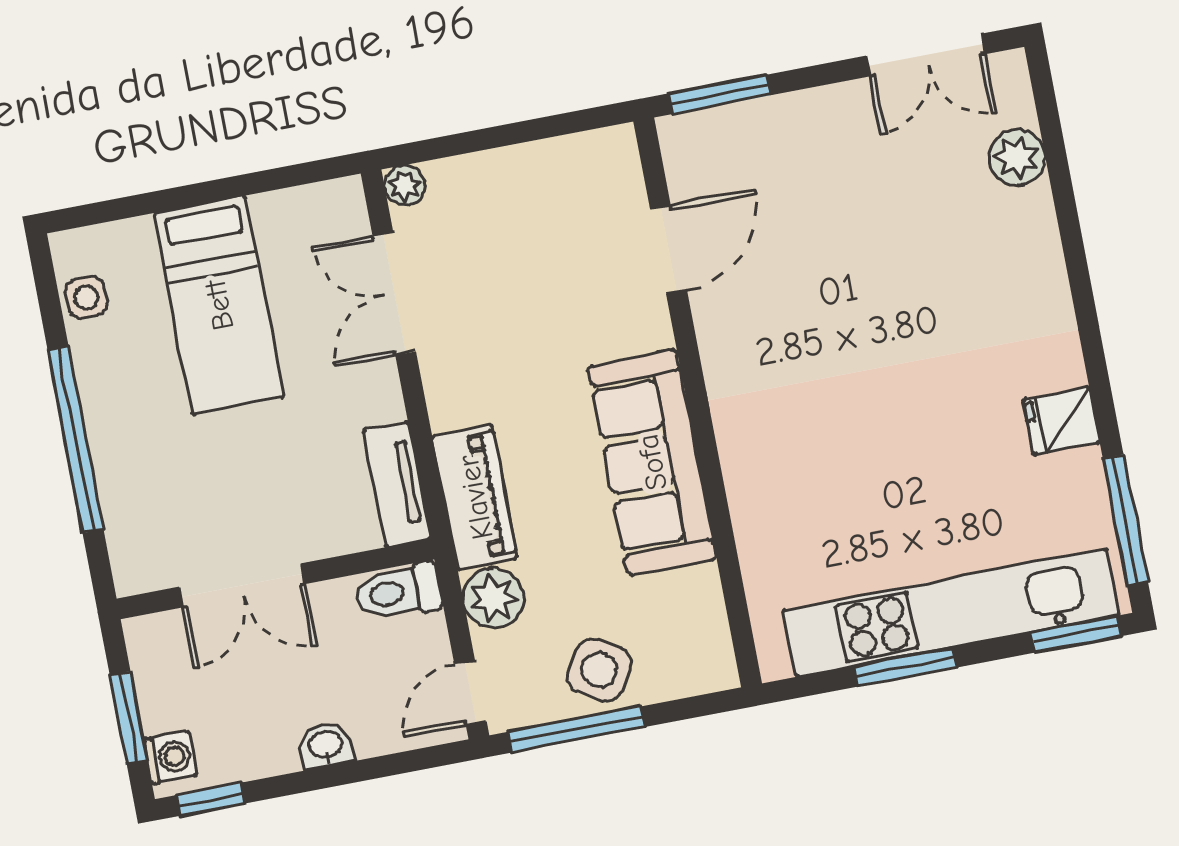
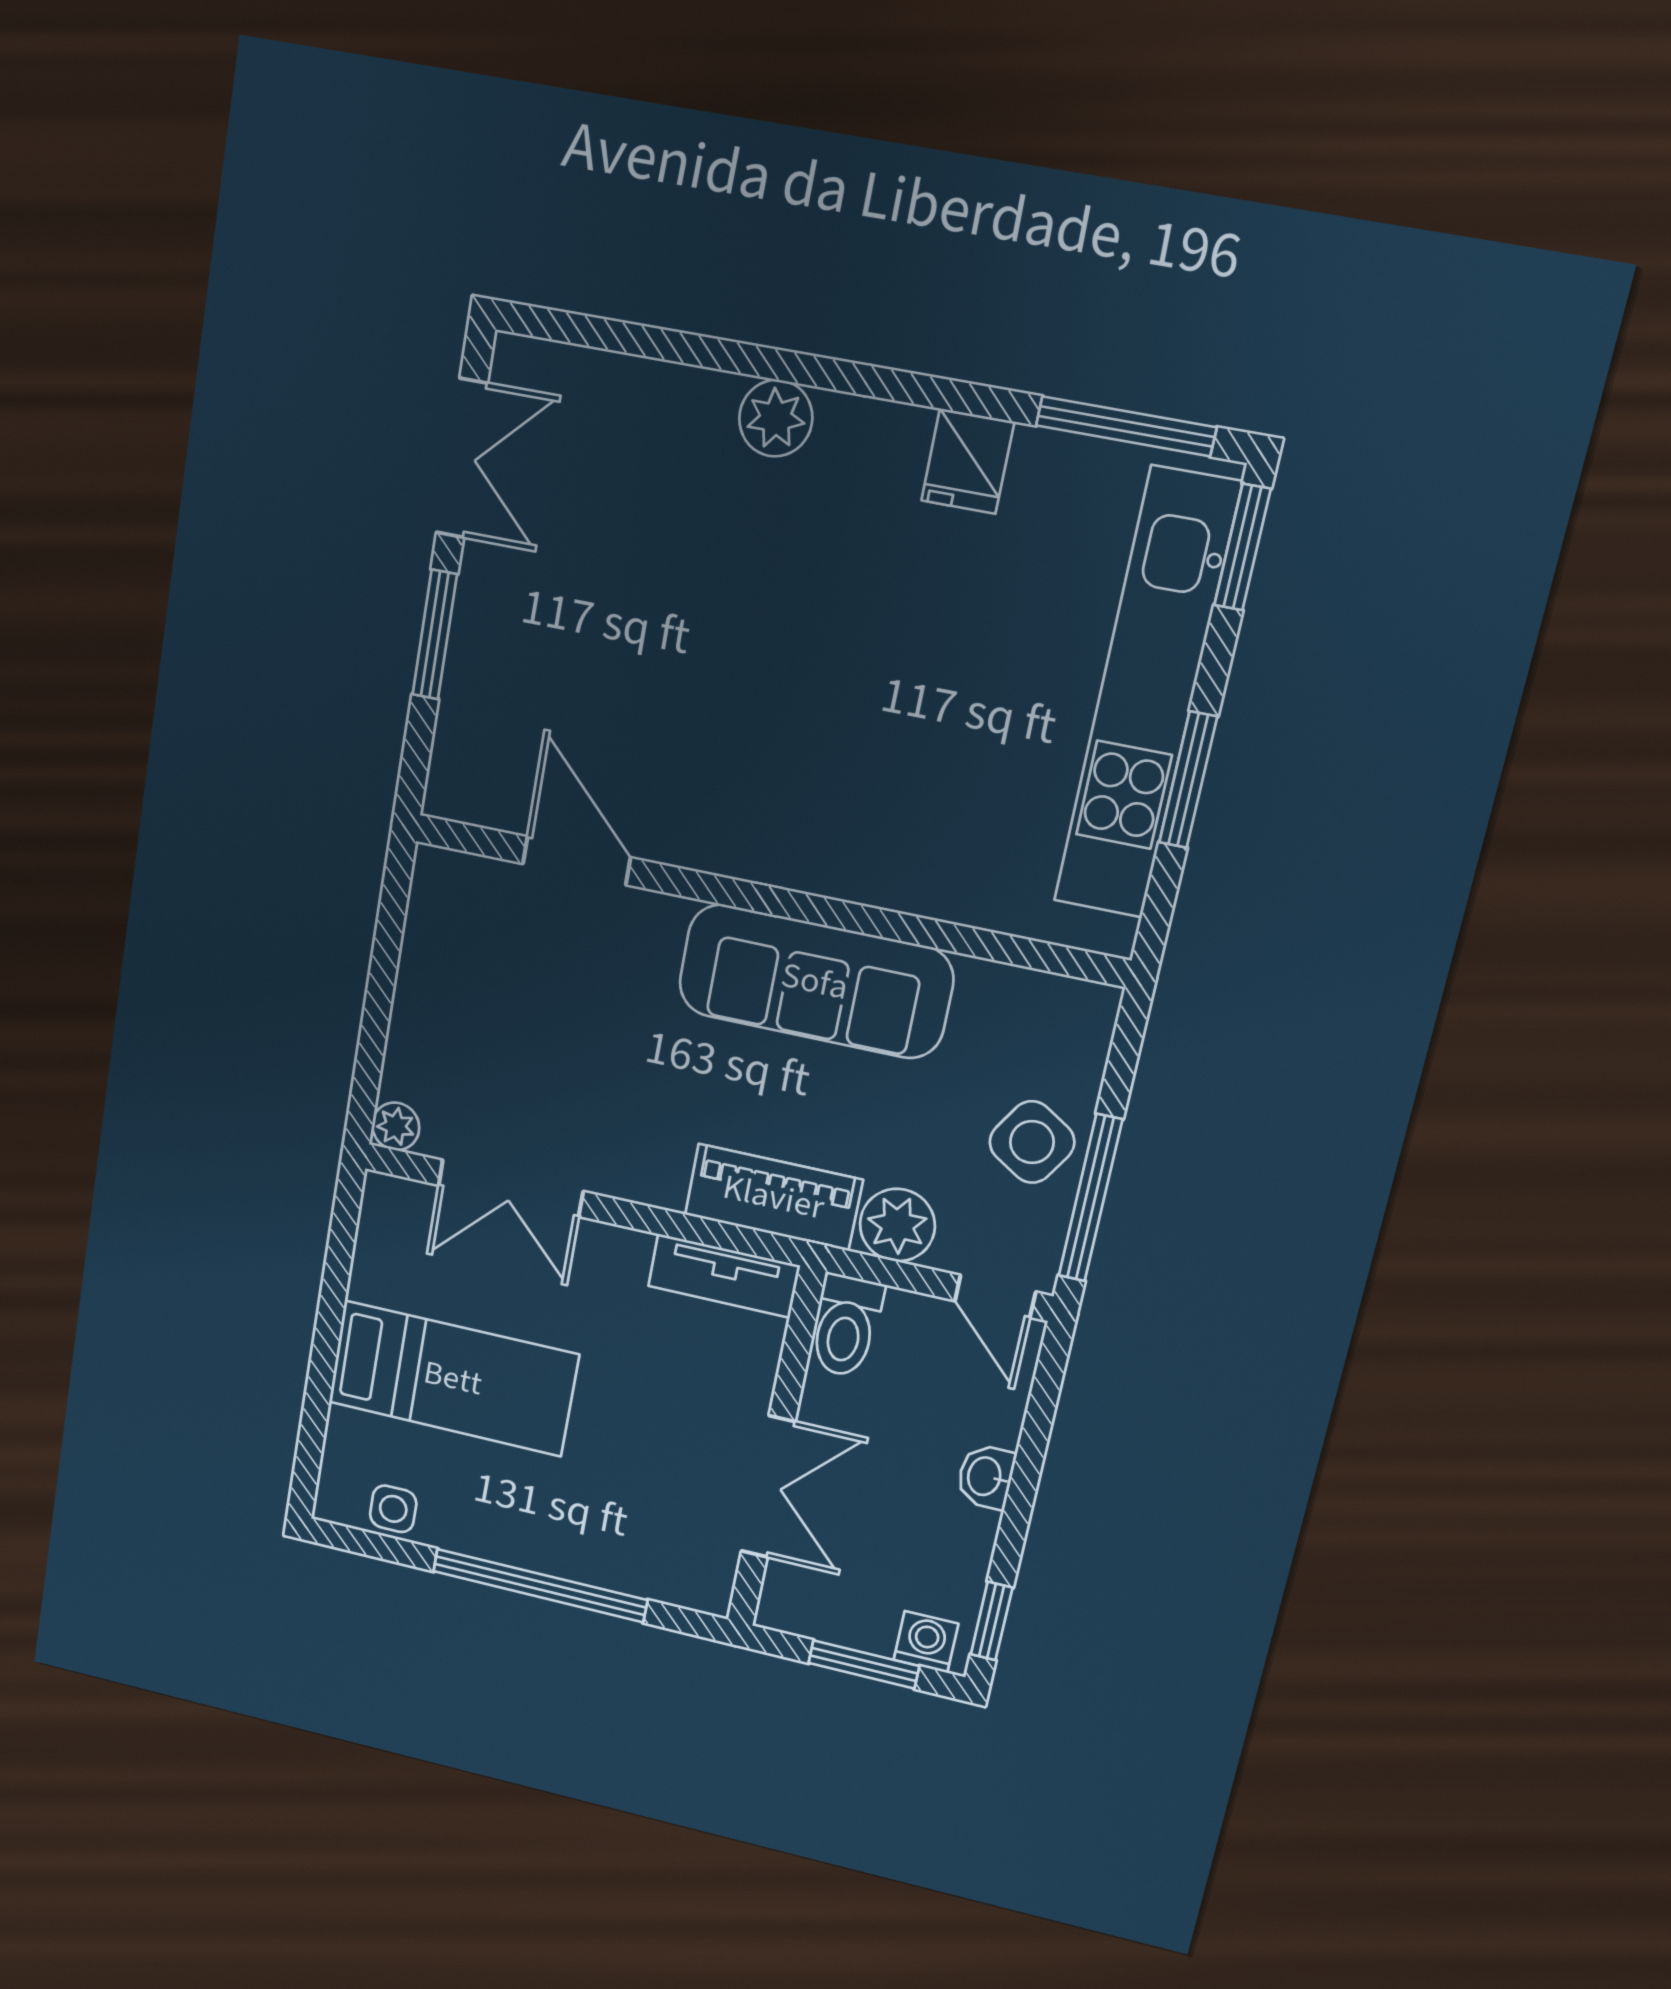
window: (720, 94) -> (435, 635), moved
plant: (1017, 157) -> (776, 418), moved

